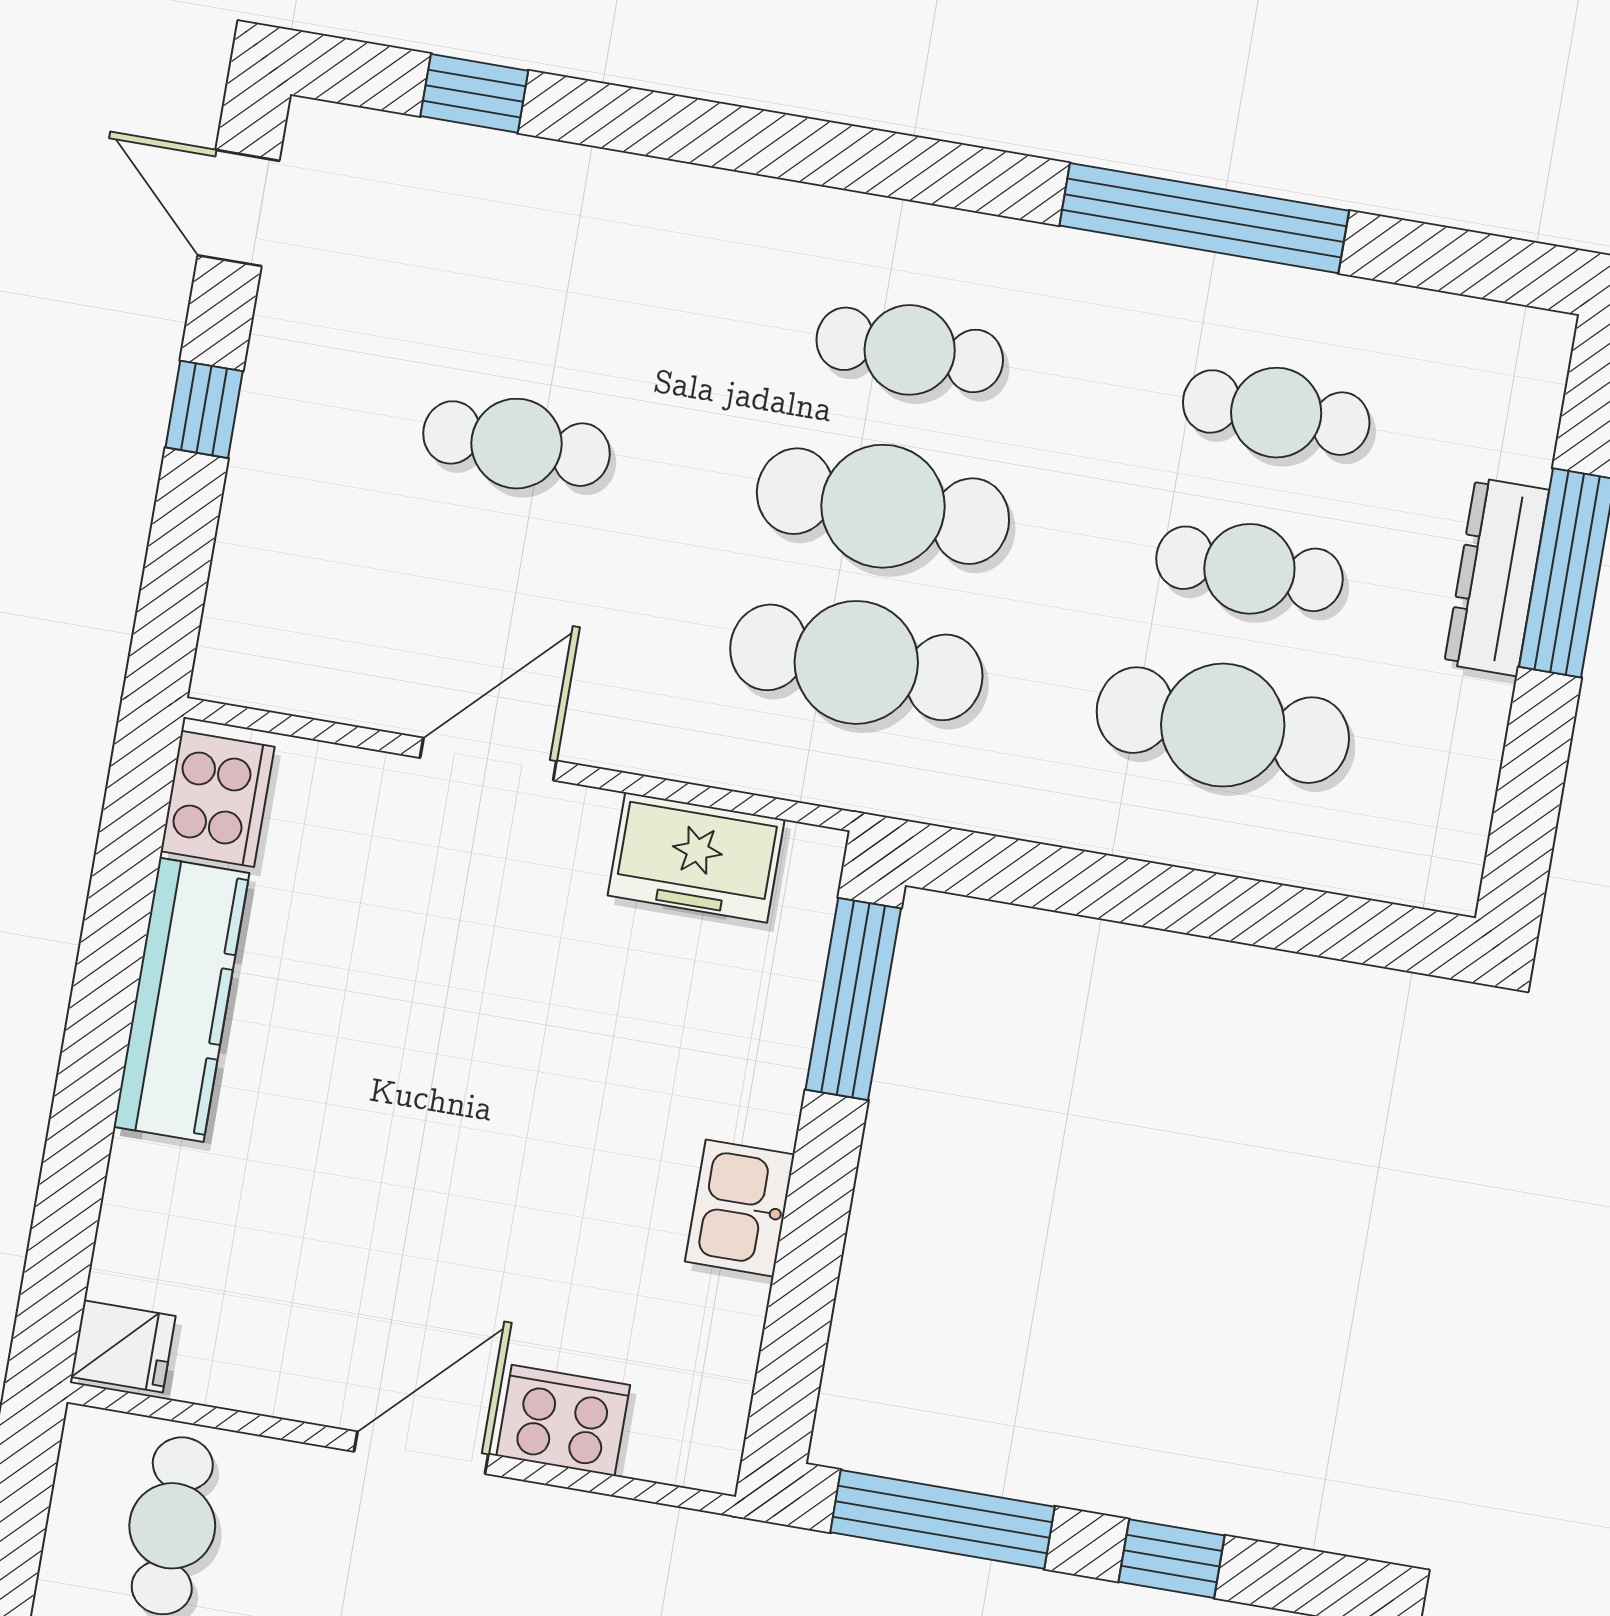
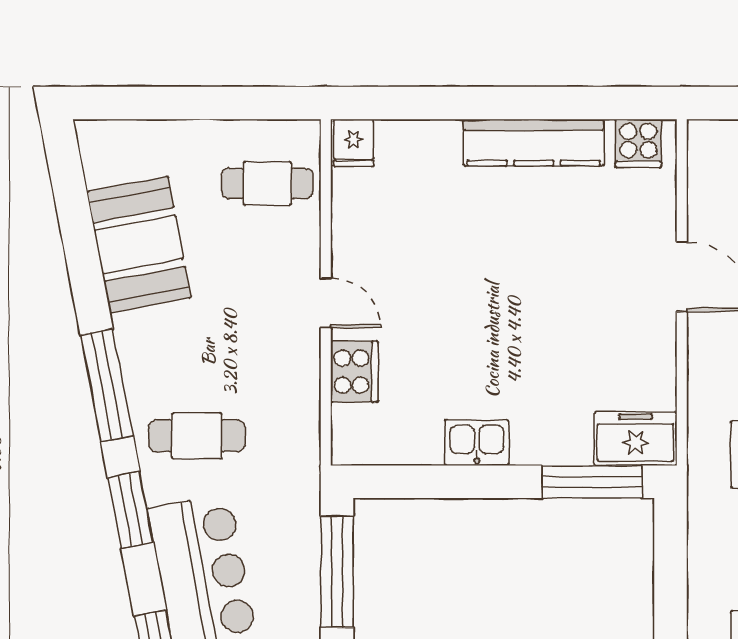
cooker: (218, 799) -> (638, 143), width x0.73
freezer: (696, 858) -> (636, 439), moved, turned 90
door: (421, 1453) -> (326, 303), width x0.73

